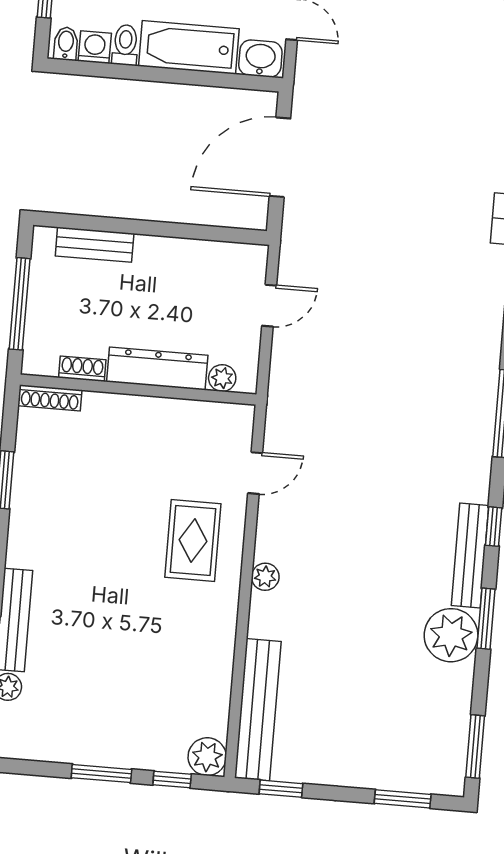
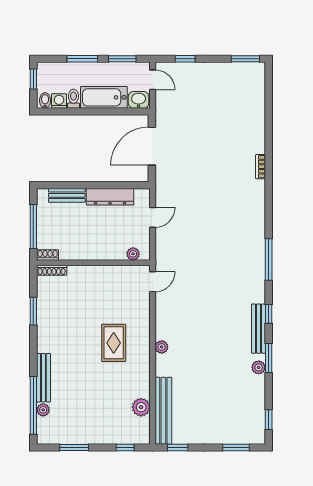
dresser: (157, 368) -> (110, 197), moved, turned 180
shoe rack: (82, 369) -> (48, 255), moved
door: (255, 473) -> (153, 282), moved
rug: (193, 540) -> (114, 343), moved
plant: (451, 635) -> (259, 367), width x0.53, depth x0.53
window: (475, 746) -> (269, 420), width x0.67
plant: (207, 757) -> (141, 407), moved
window: (101, 774) -> (74, 447), moved

